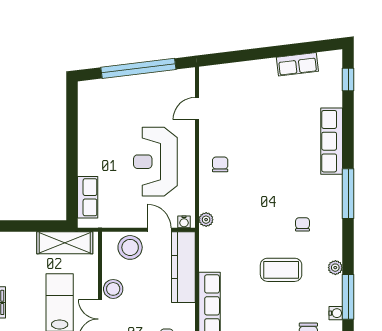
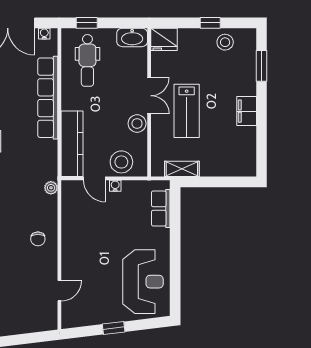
window: (138, 68) -> (114, 328), width x0.32
reception desk: (155, 162) -> (143, 282), moved
water cooler: (184, 222) -> (115, 186), moved
shelving: (65, 243) -> (182, 169), width x0.67, depth x0.75

